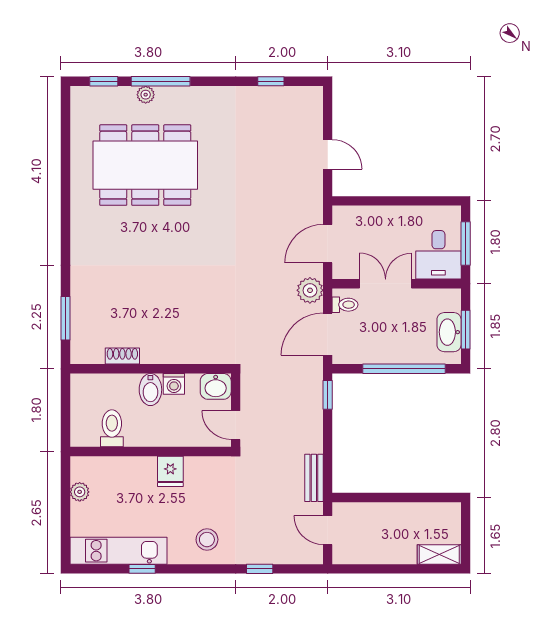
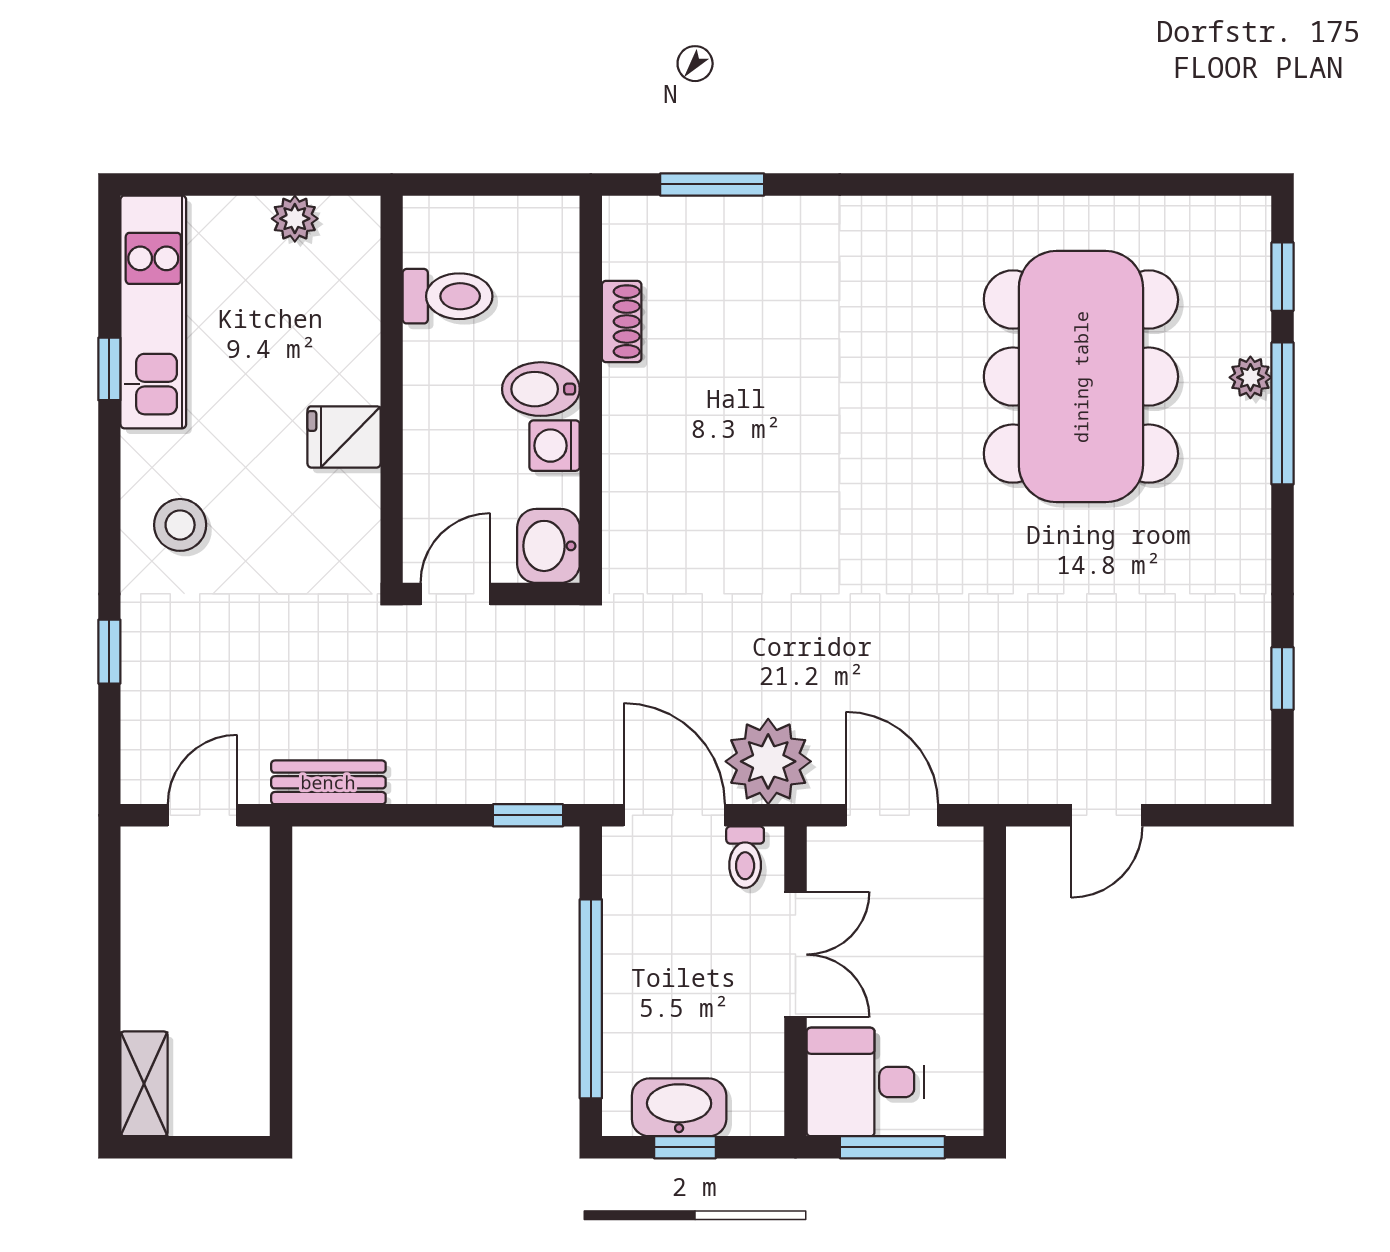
plant: (310, 290) -> (768, 761), width x1.36, depth x1.36
window: (466, 330) -> (685, 1147), width x0.67

